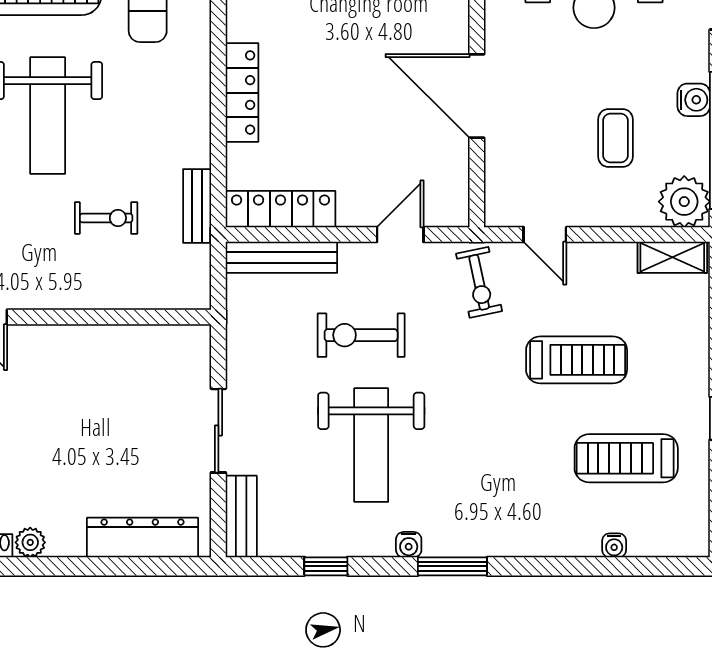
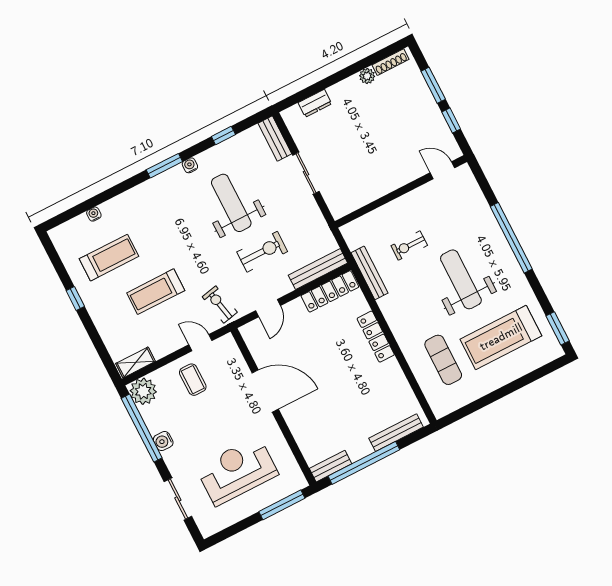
coffee table: (615, 138) -> (193, 380), moved
bench: (197, 206) -> (370, 273), width x1.36
dresser: (142, 538) -> (315, 103), width x0.51, depth x0.80

